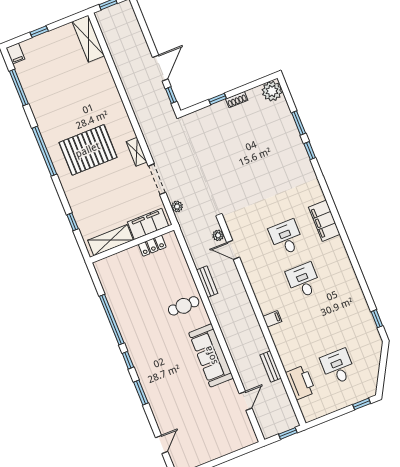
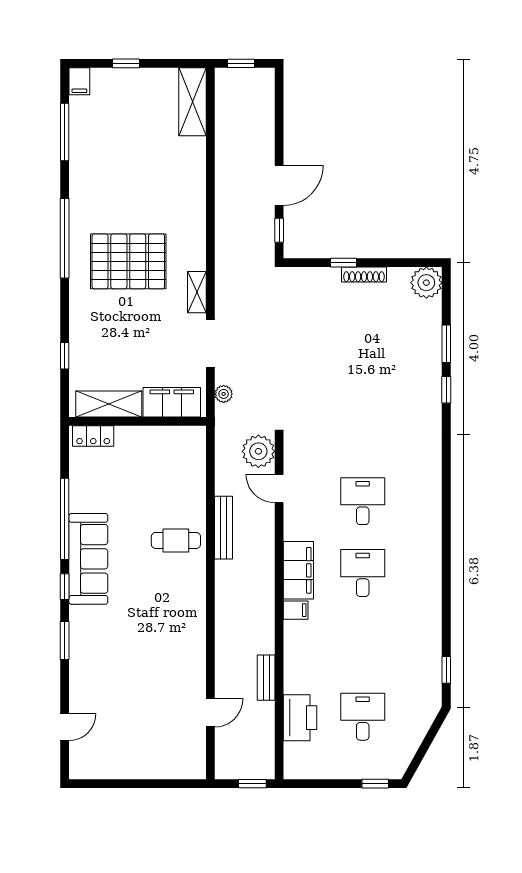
shoe rack: (237, 100) -> (364, 275), width x1.43
filing cabinet: (324, 221) -> (298, 570), moved, turned 180
plant: (218, 235) -> (258, 451), width x1.88, depth x1.88
locker: (152, 246) -> (93, 436), moved
bench: (207, 282) -> (224, 528), width x1.36
sofa: (211, 355) -> (88, 559), moved, turned 180

